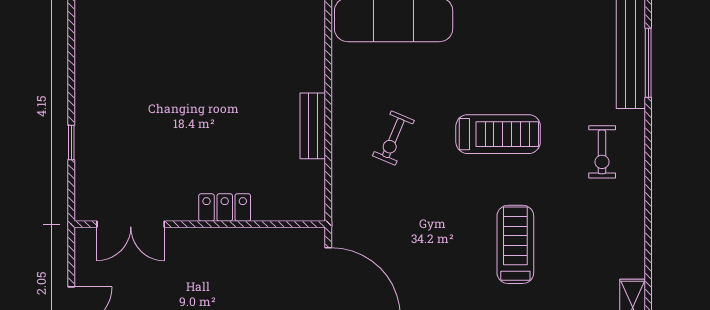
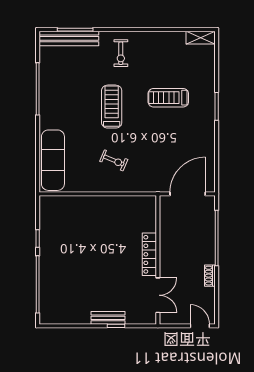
bench: (313, 126) -> (108, 318), moved
exercise bike: (602, 152) -> (121, 53), turned 90
locker: (225, 207) -> (149, 254), width x1.53

